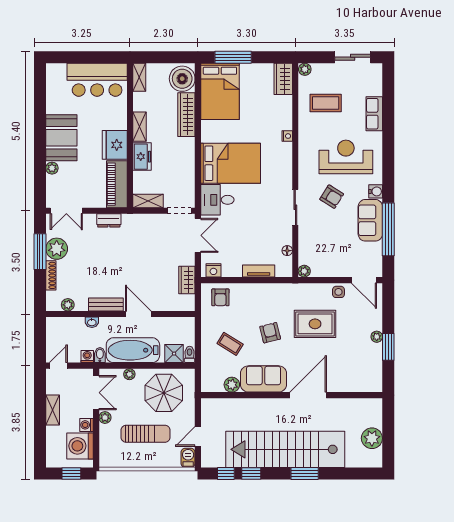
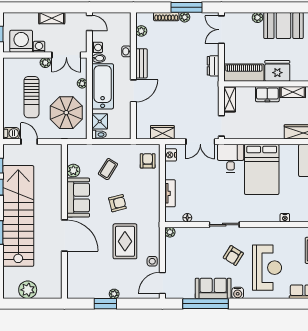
plant: (57, 249) -> (185, 17), width x0.53, depth x0.53
armchair: (220, 297) -> (148, 161), turned 90

